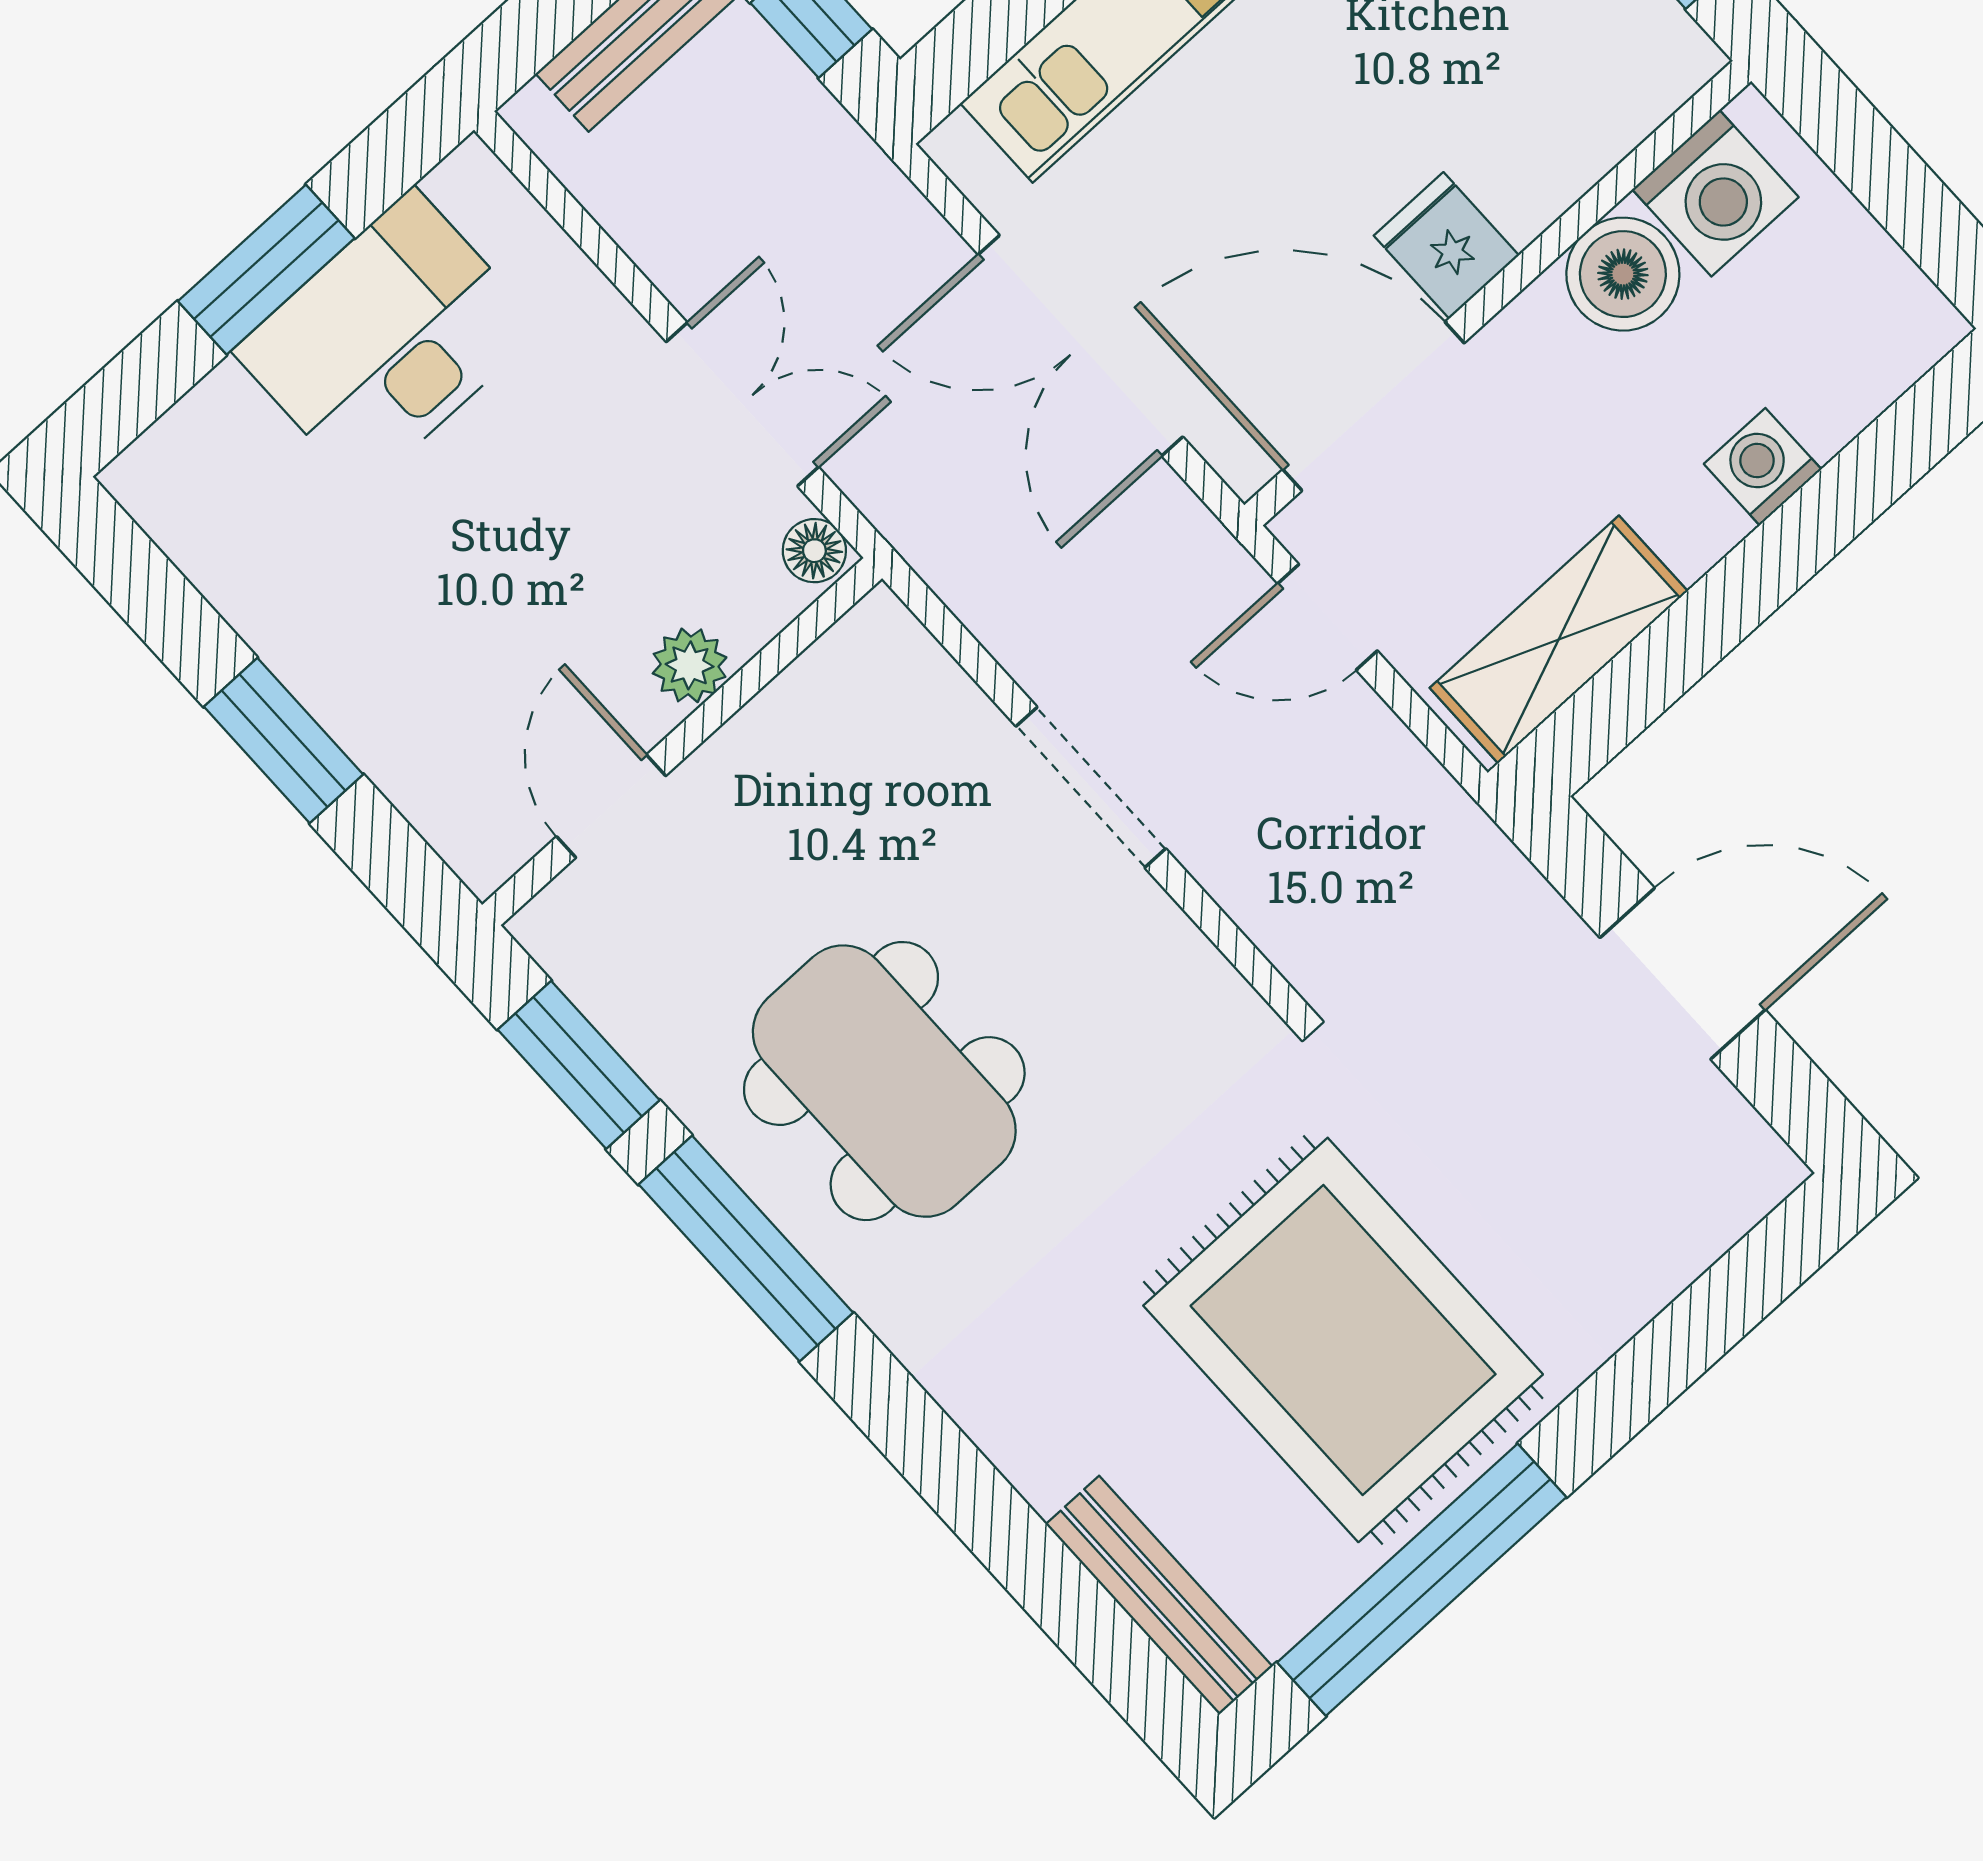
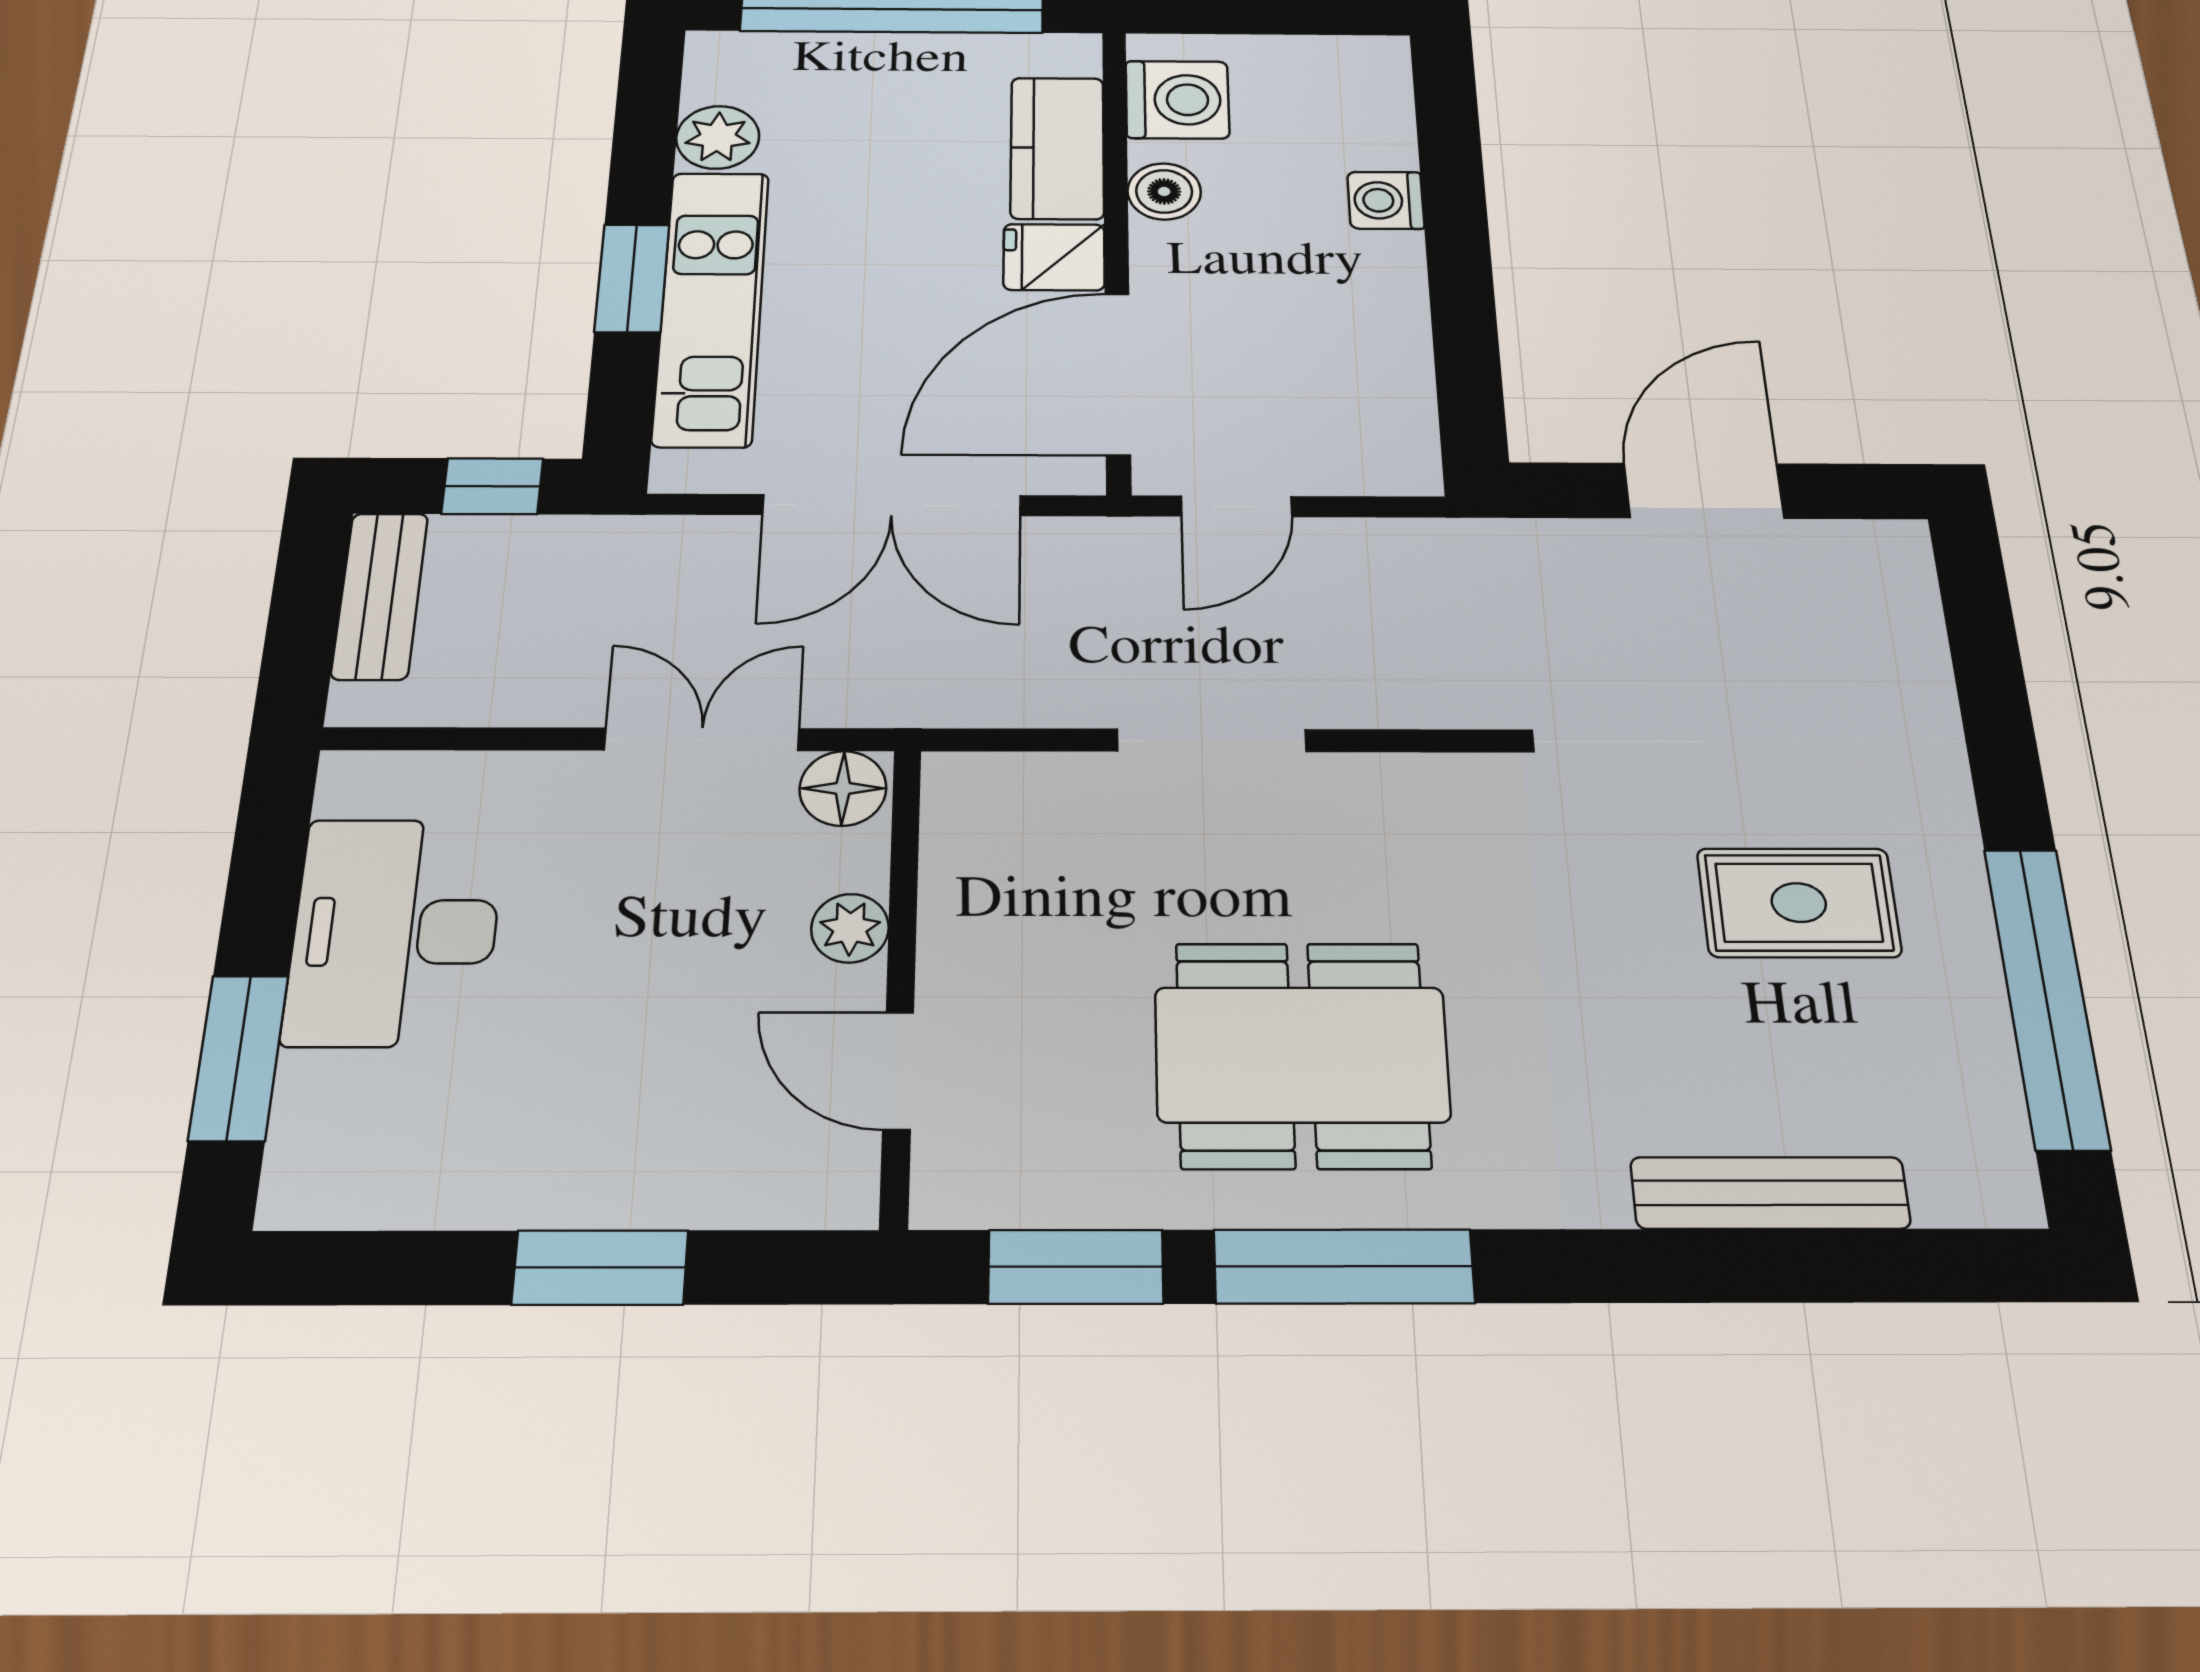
kitchen counter: (1567, 140) -> (1057, 148), added
window: (266, 270) -> (239, 1058), moved
boiler: (1623, 274) -> (1164, 191), width x0.73, depth x0.73
floor lamp: (814, 551) -> (843, 788), width x1.37, depth x1.37
shelving: (1559, 640) -> (1390, 389), removed
rug: (1343, 1340) -> (1799, 903), width x0.54, depth x0.49
bench: (1159, 1595) -> (1770, 1193), moved

